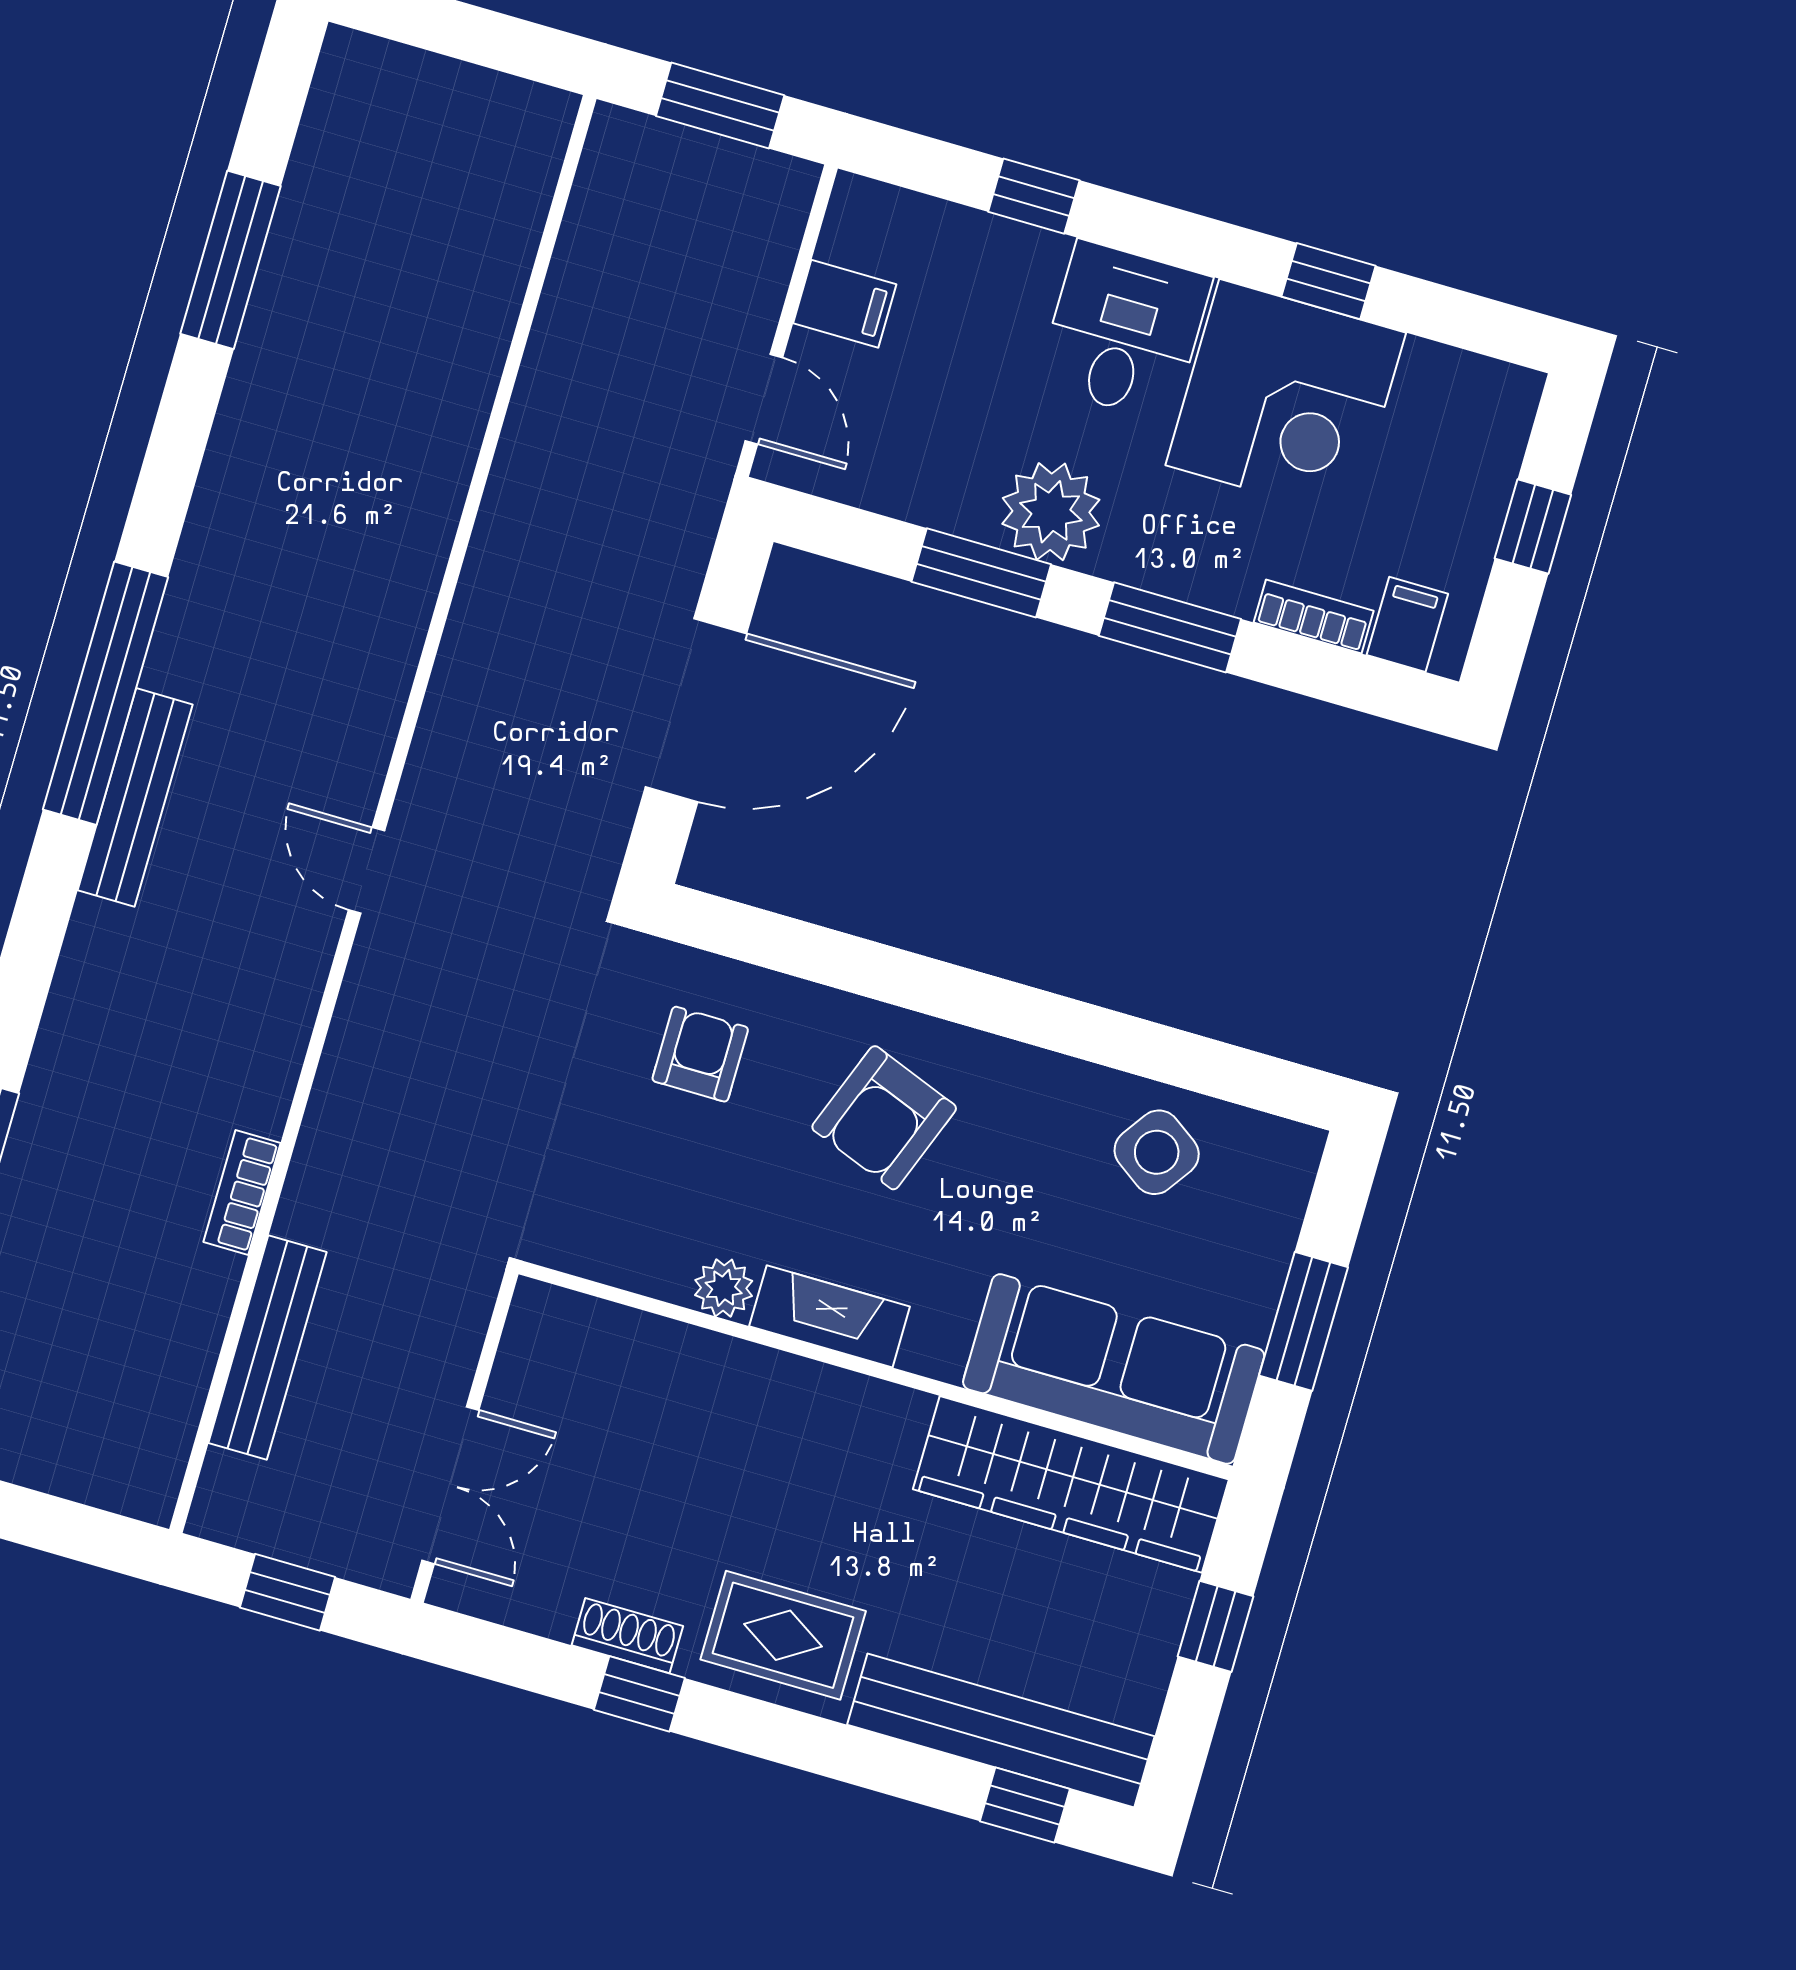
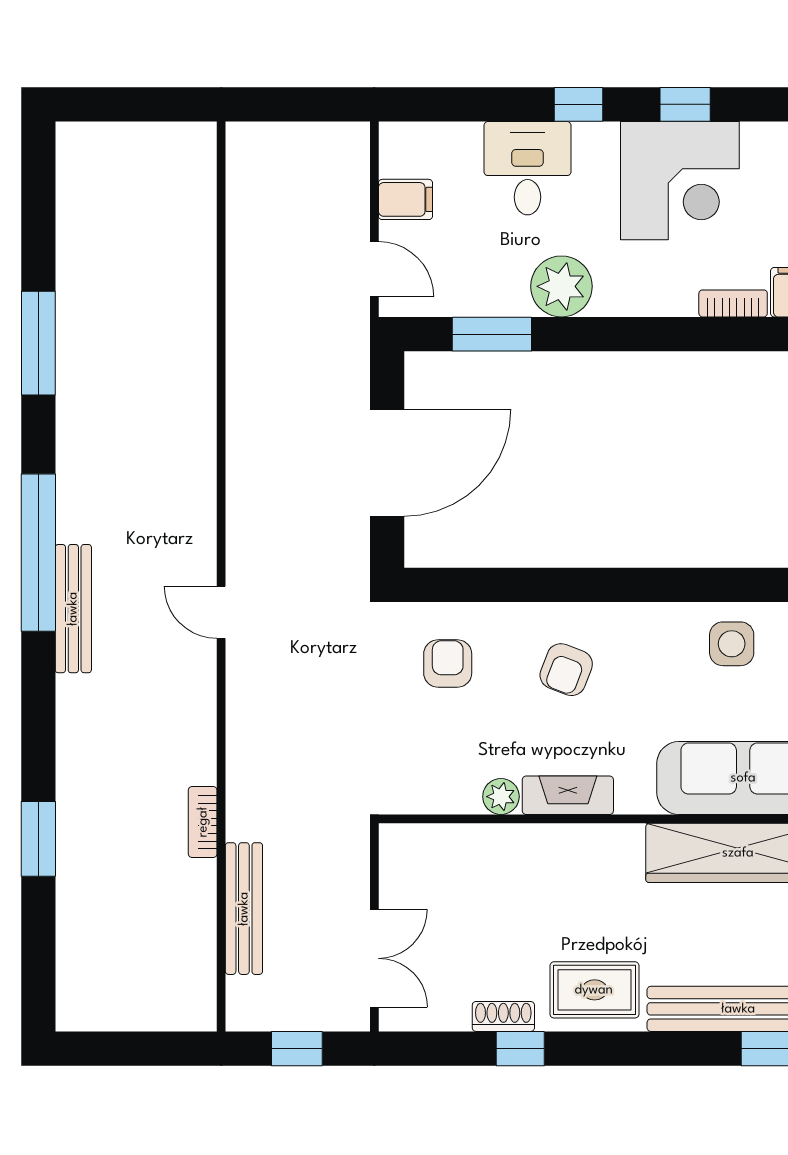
window: (720, 106) -> (299, 104), removed
window: (1034, 196) -> (578, 104), moved
window: (231, 260) -> (38, 343), moved
desk: (1124, 331) -> (527, 168), moved
window: (981, 573) -> (492, 334), moved
window: (1170, 627) -> (651, 334), removed
armchair: (884, 1118) -> (566, 670), width x0.72, depth x0.72
side table: (1157, 1152) -> (732, 644), turned -35

